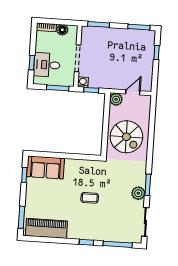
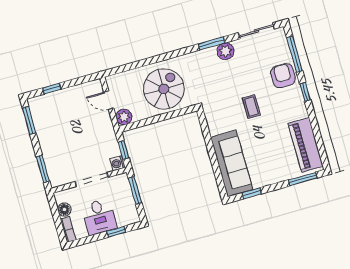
desk: (47, 65) -> (99, 217), moved
sofa: (46, 167) -> (232, 163), width x1.36
armchair: (104, 230) -> (283, 76), added

